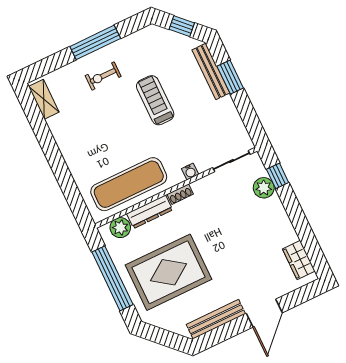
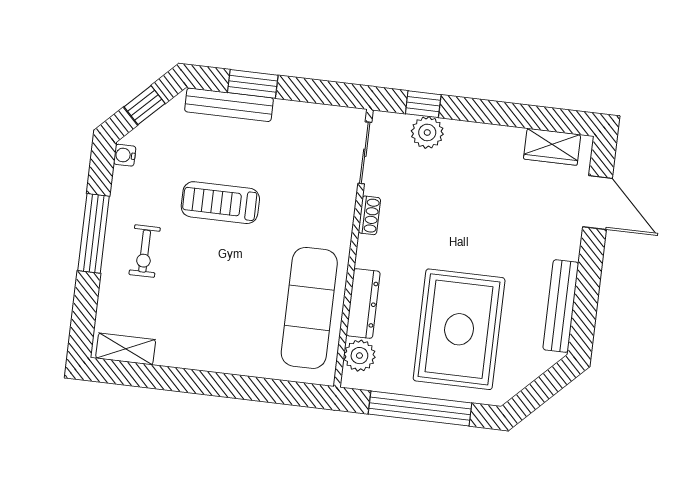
water cooler: (190, 172) -> (125, 155), moved, turned 180
shoe rack: (180, 194) -> (369, 215), moved
door: (264, 313) -> (598, 202), moved

